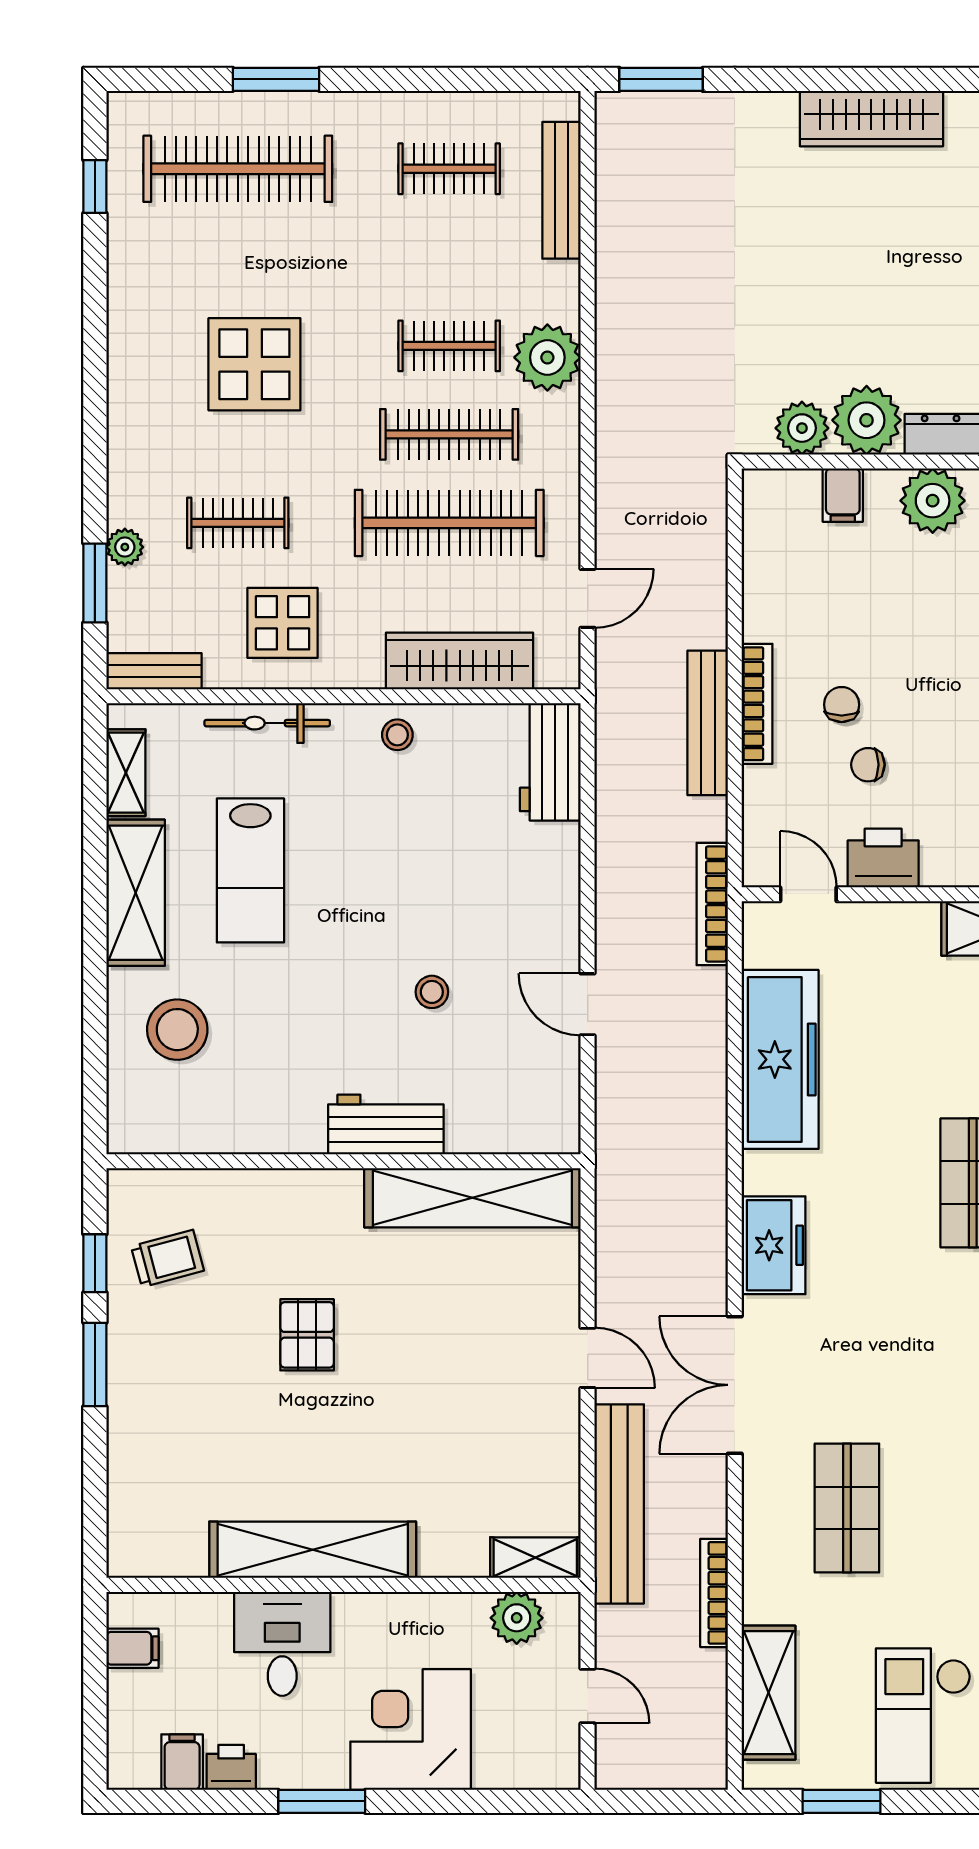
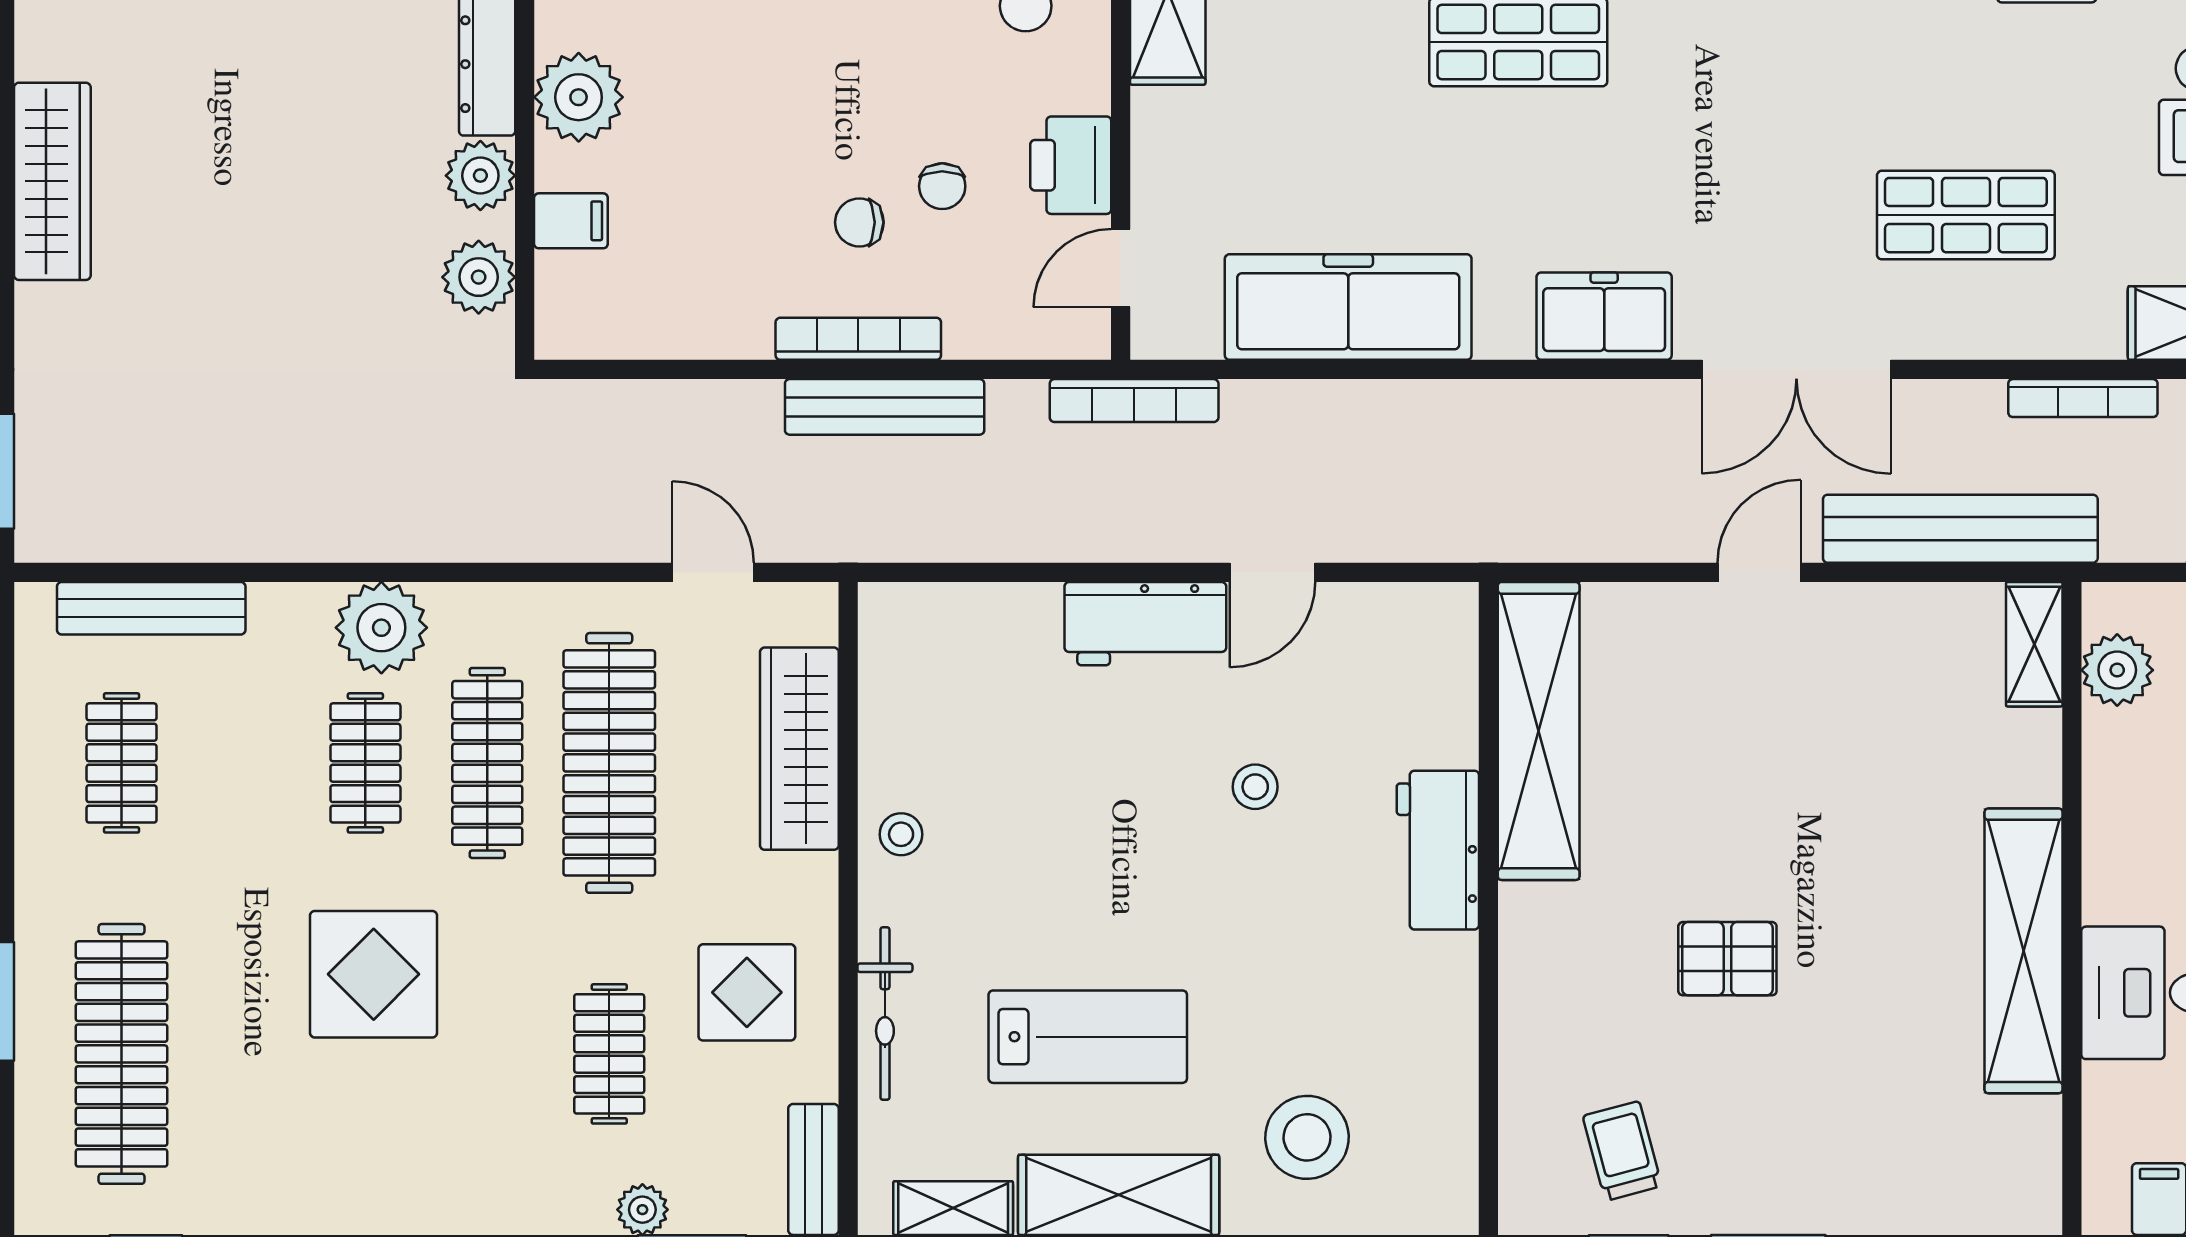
display table: (254, 364) -> (374, 974), moved
plant: (867, 420) -> (480, 176), width x0.73, depth x0.73
workbench: (550, 762) -> (1145, 624), moved

